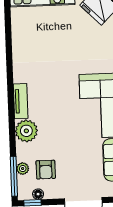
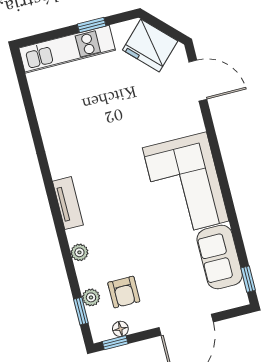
plant: (26, 131) -> (79, 252), width x0.53, depth x0.53
window: (14, 176) -> (81, 311), width x0.46

